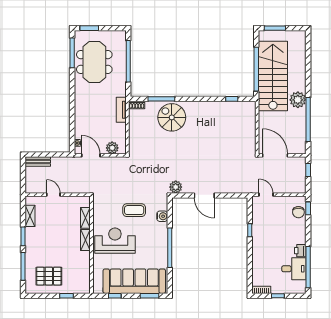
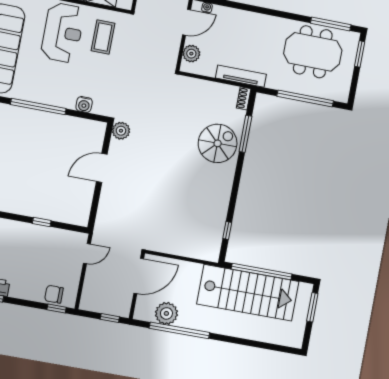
plant: (298, 100) -> (166, 313), moved
tv unit: (121, 110) -> (241, 76), width x1.41
coffee table: (134, 210) -> (103, 37), moved

